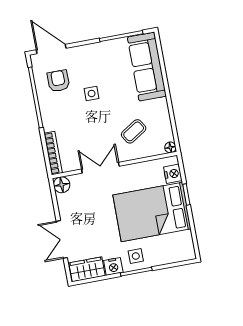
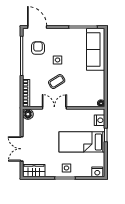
coffee table: (134, 131) -> (57, 82), moved
bed: (152, 212) -> (82, 142), width x0.67
nightstand: (113, 266) -> (97, 172), moved

